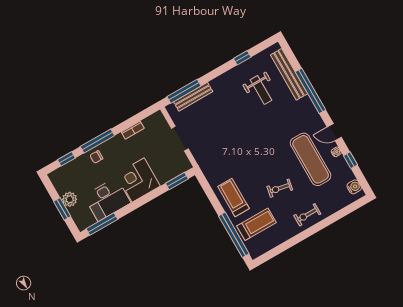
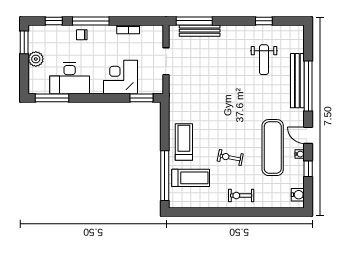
bench: (289, 74) -> (297, 81), moved
corner desk: (138, 180) -> (121, 77), moved
window: (62, 209) -> (24, 42), moved

